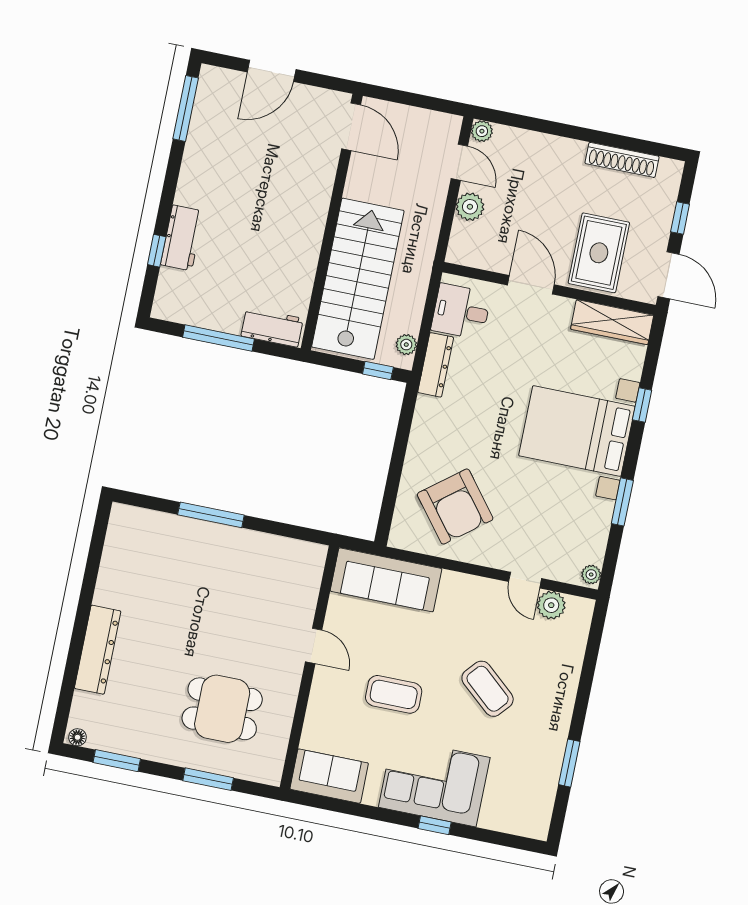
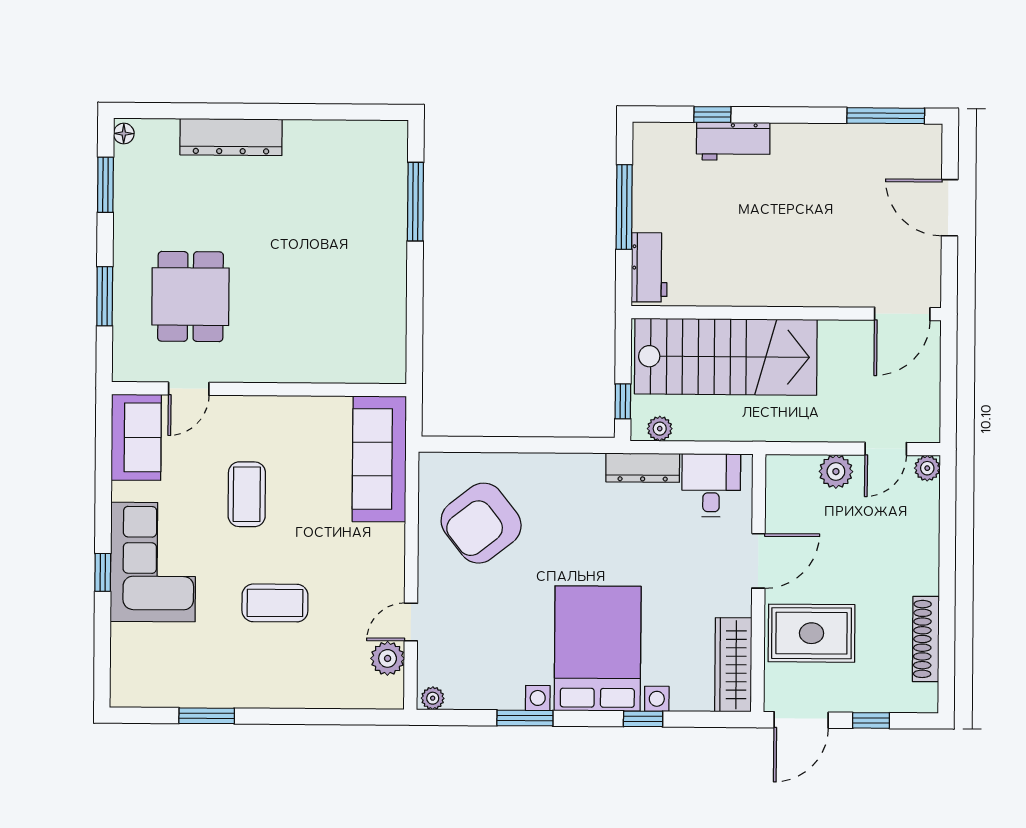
window: (211, 515) -> (415, 202), moved
door: (314, 646) -> (189, 389), moved
coffee table: (488, 689) -> (275, 603), turned 49

